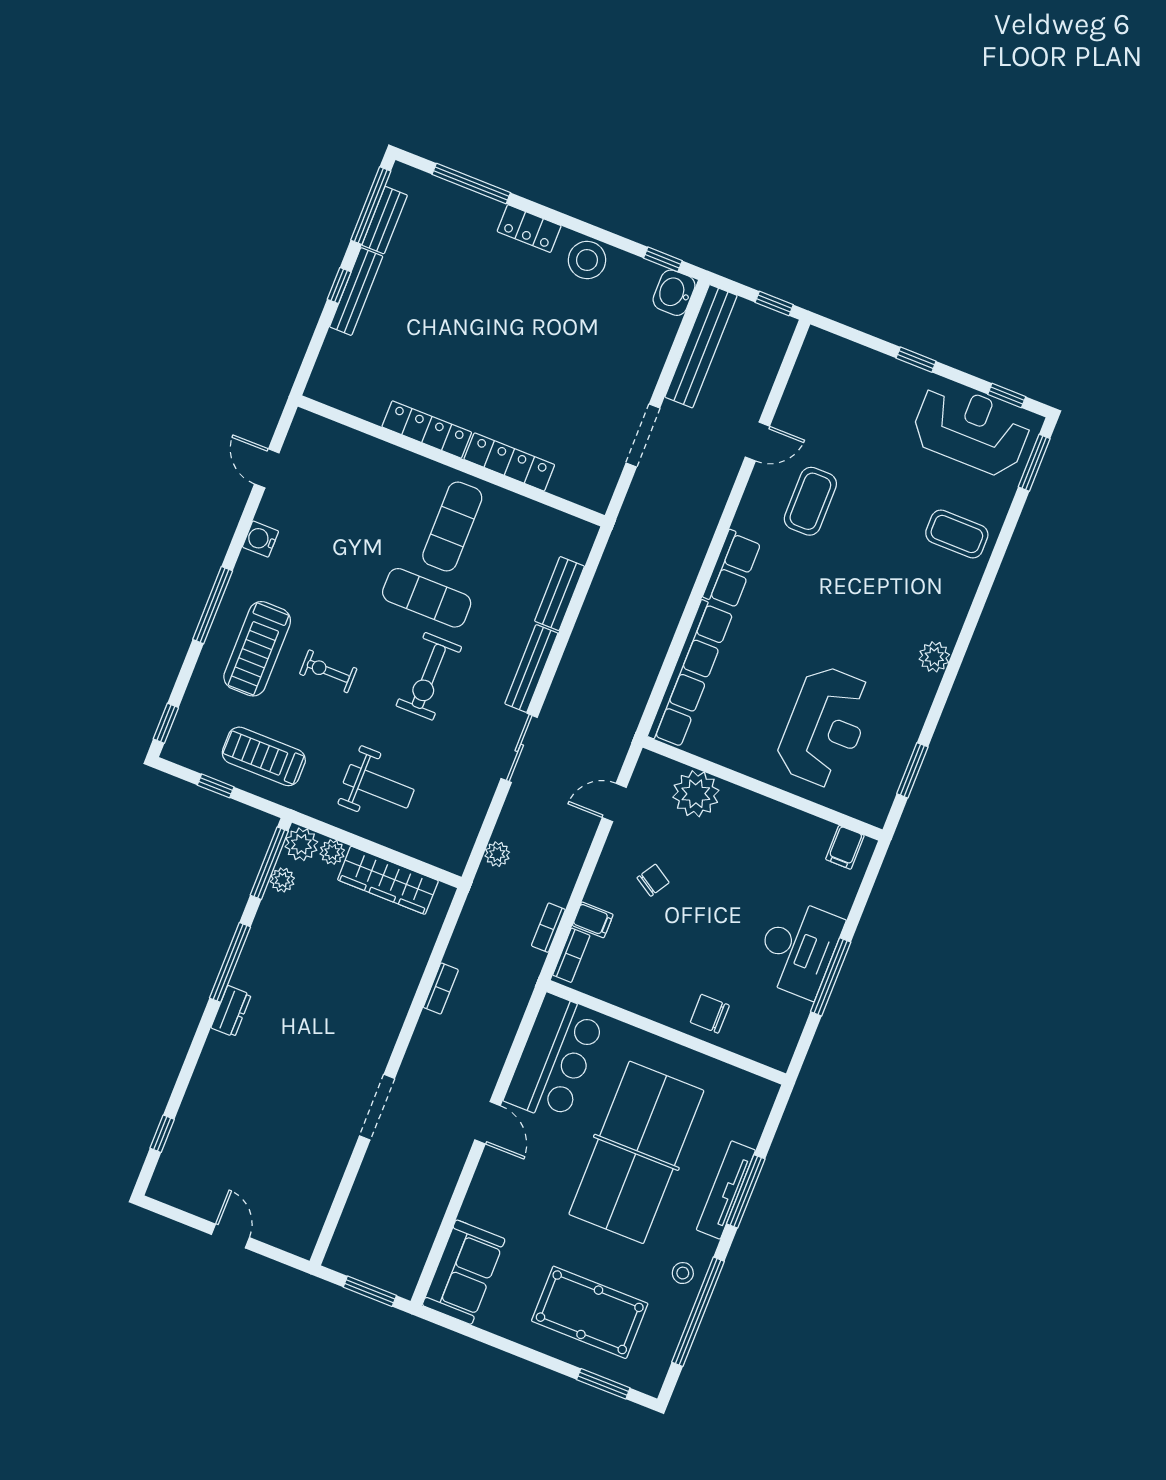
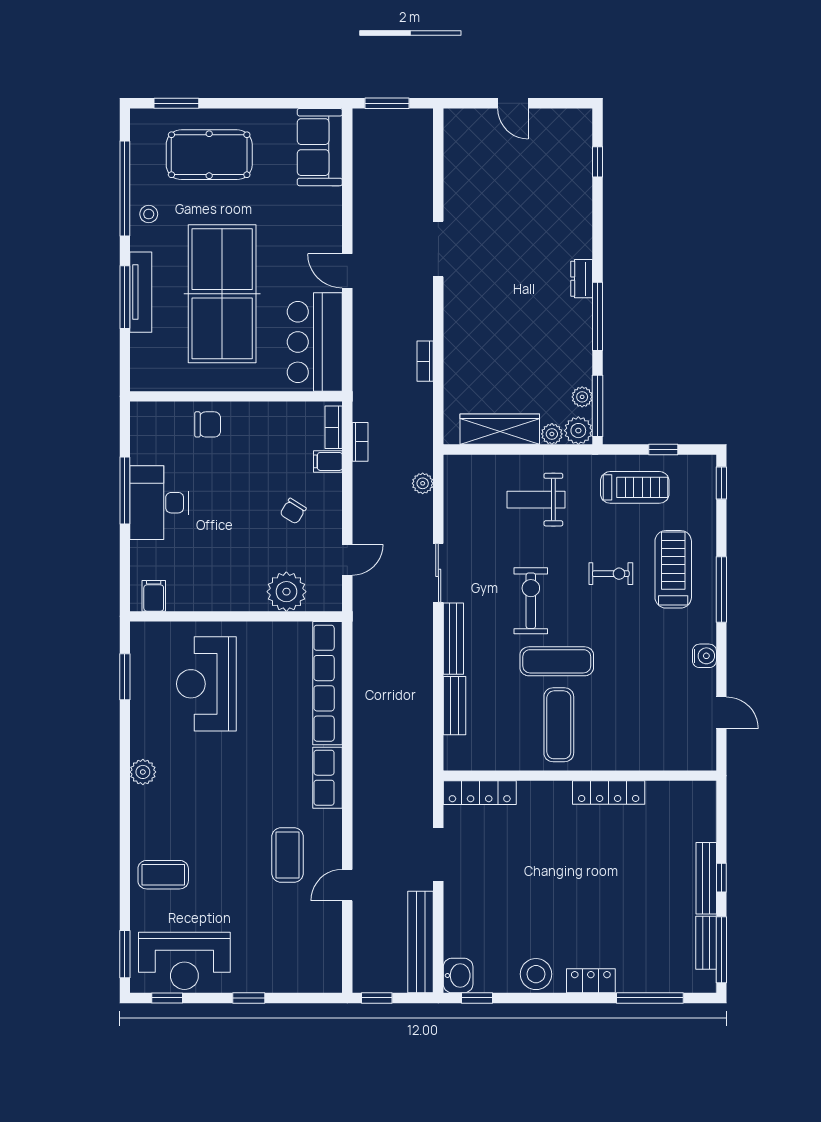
locker: (509, 462) -> (480, 793), moved

